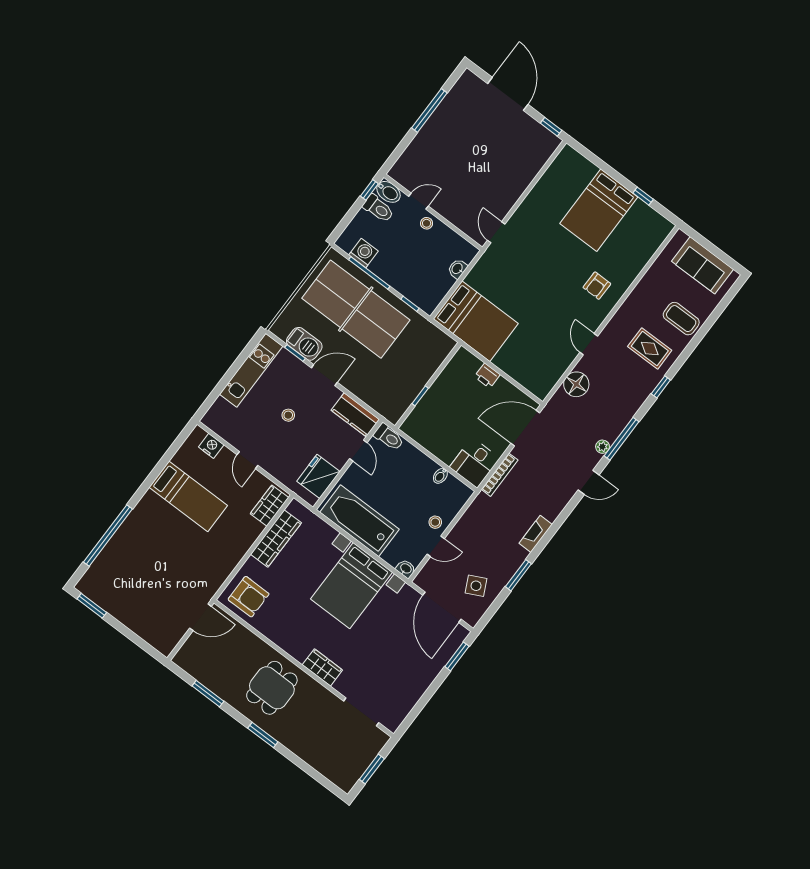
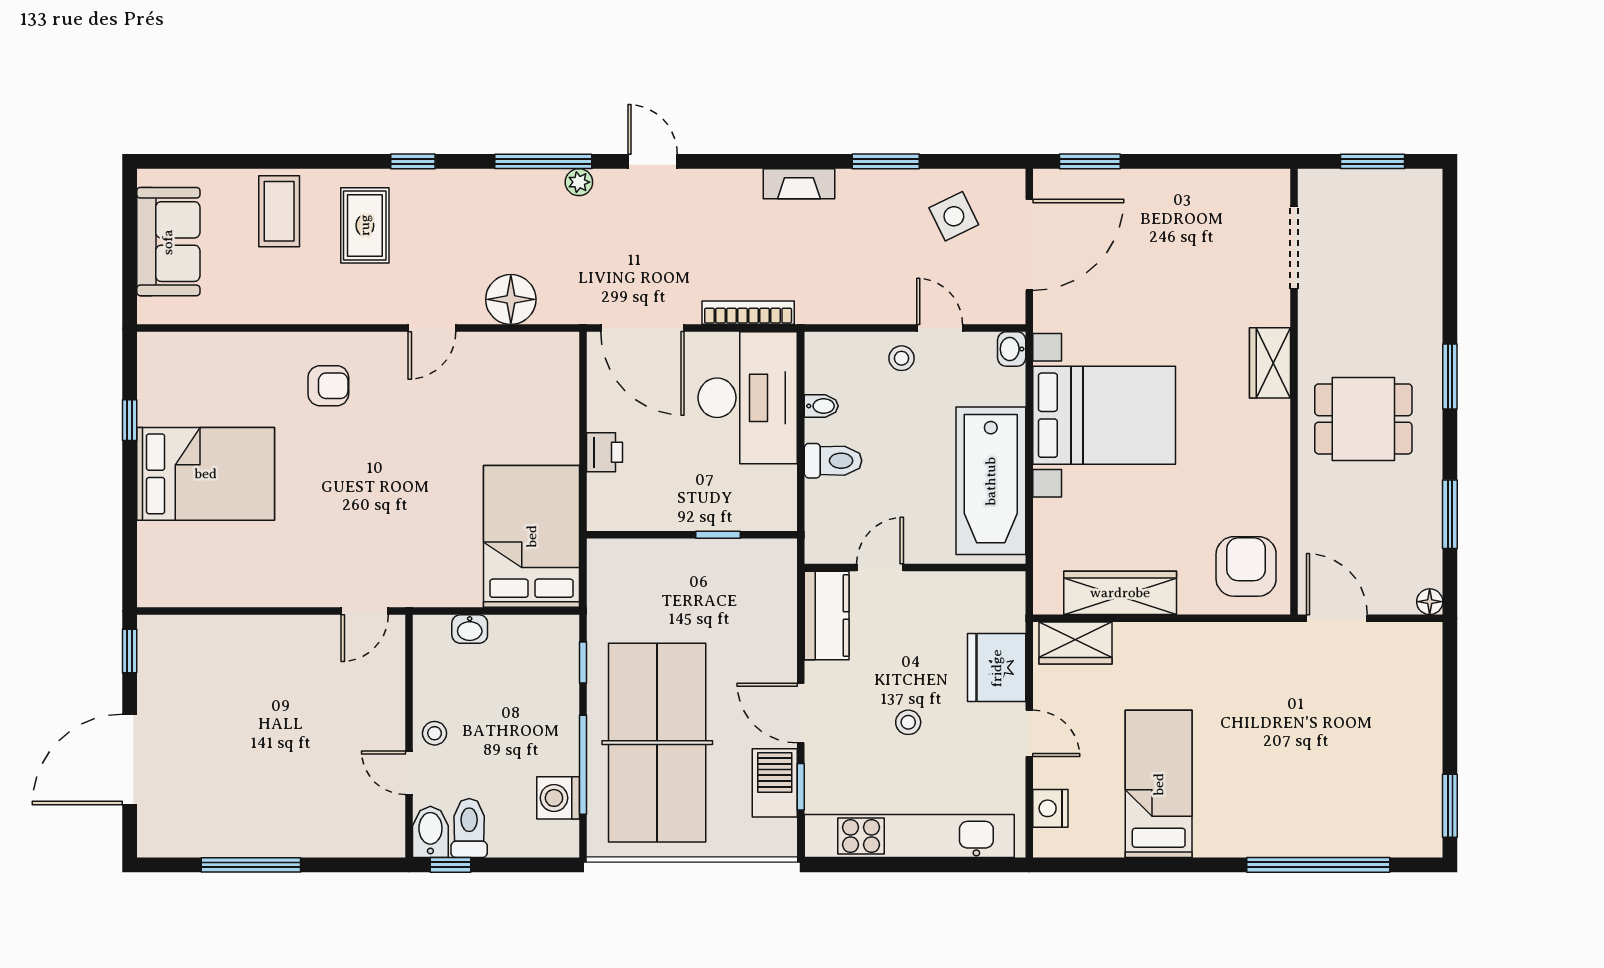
kitchen unit: (251, 370) -> (909, 836), width x1.36
toilet: (389, 437) -> (833, 461), moved, turned 90
door: (247, 460) -> (1029, 733), hinge flipped
desk: (475, 463) -> (748, 398), width x1.87, depth x1.30
fridge: (318, 476) -> (997, 668), moved, turned 90
floor lamp: (179, 659) -> (1430, 602), added

